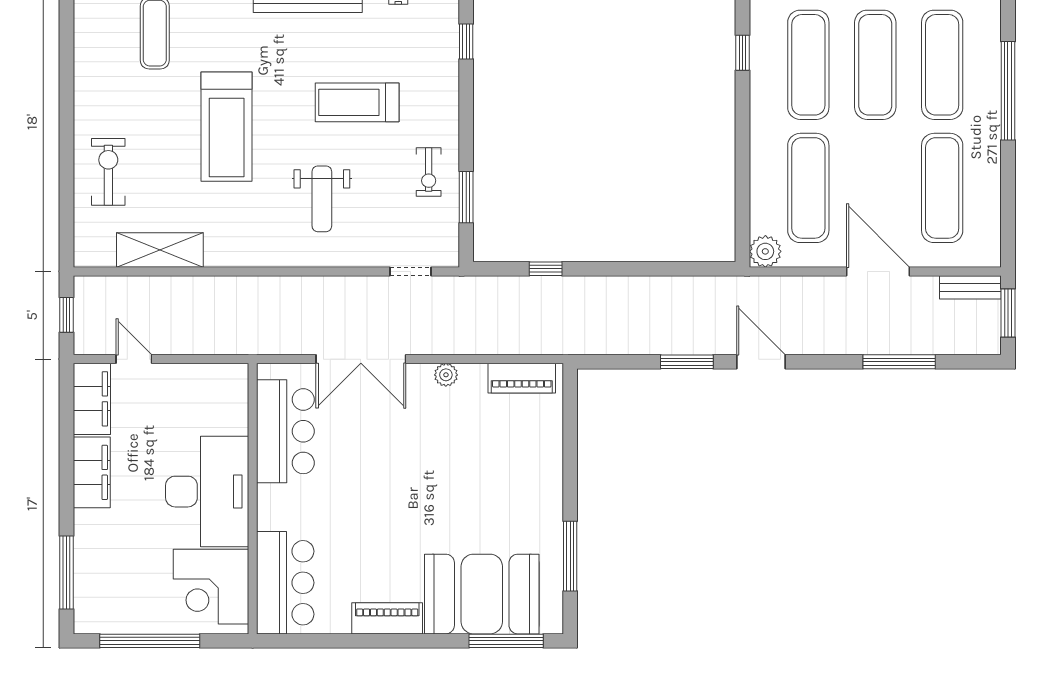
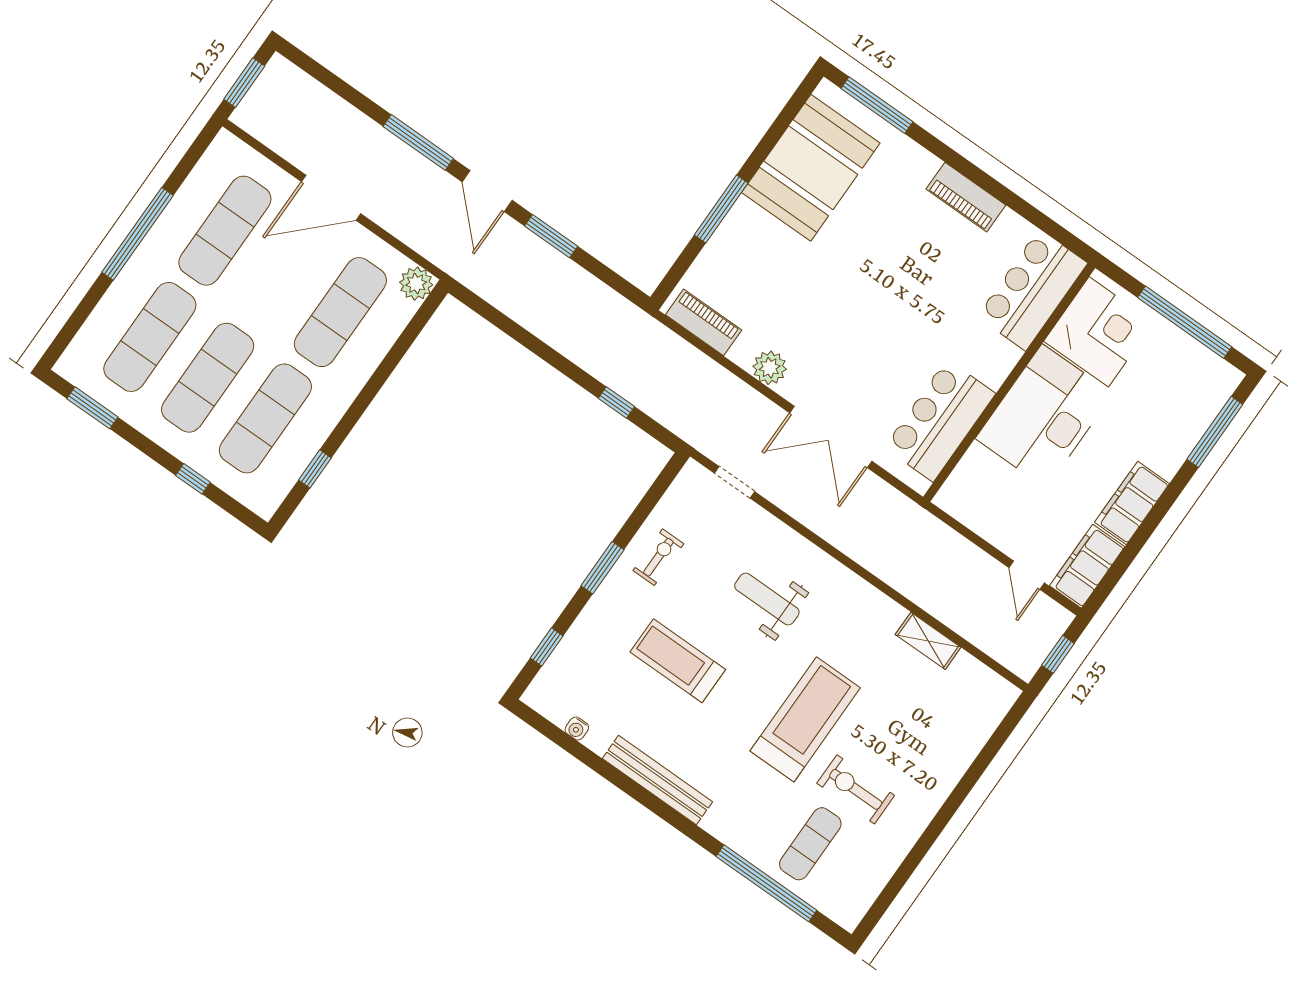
window: (1008, 91) -> (138, 234), moved
treadmill: (357, 102) -> (678, 661), turned 180
exercise bike: (108, 172) -> (856, 789), moved, turned 90
window: (466, 197) -> (602, 568), moved
weight bench: (322, 199) -> (767, 599), turned -90
shelving: (160, 250) -> (928, 641), width x0.67, depth x0.75
door: (878, 271) -> (331, 198), hinge flipped
bench: (970, 287) -> (261, 128), removed
double door: (361, 359) -> (831, 437), swing flipped
window: (899, 362) -> (418, 142), moved
plant: (446, 375) -> (770, 368), width x1.38, depth x1.38
window: (570, 556) -> (721, 209), moved
booth: (482, 594) -> (811, 168), moved, turned 90

